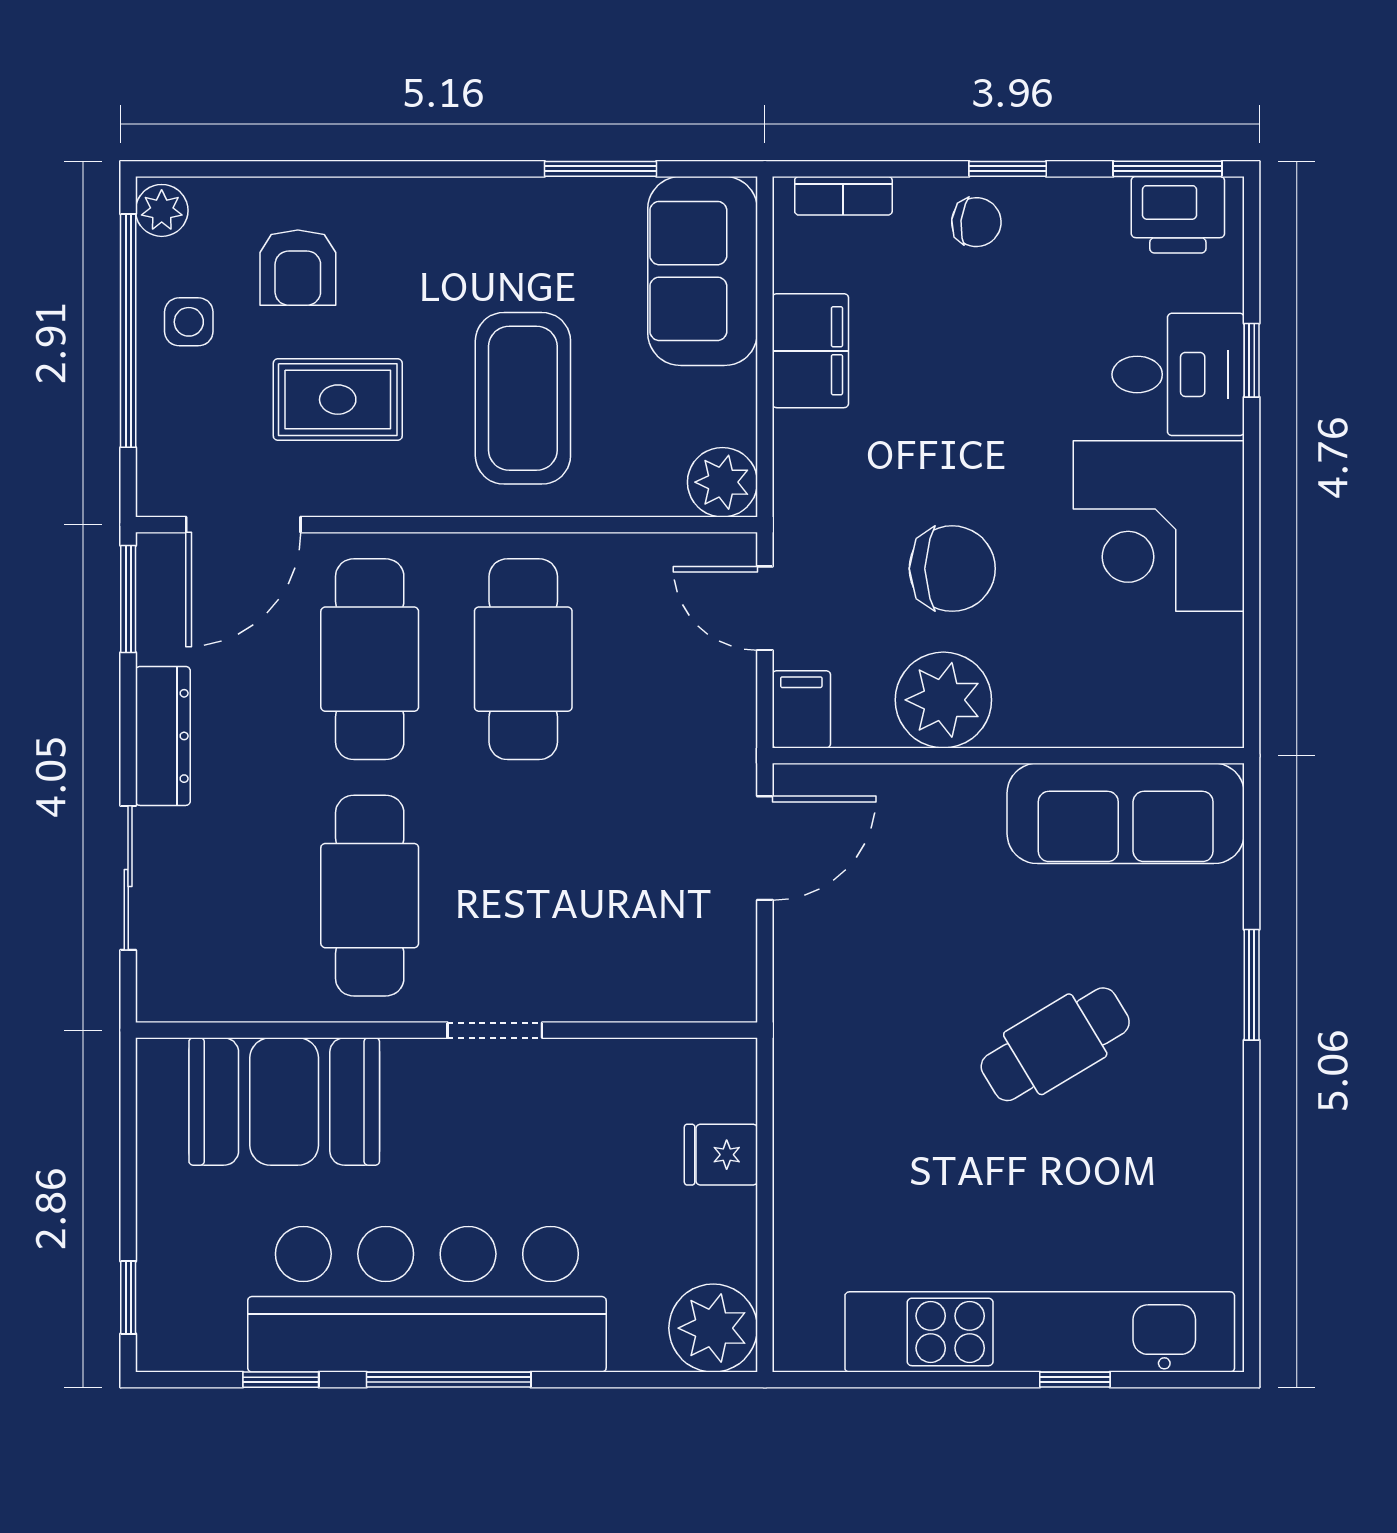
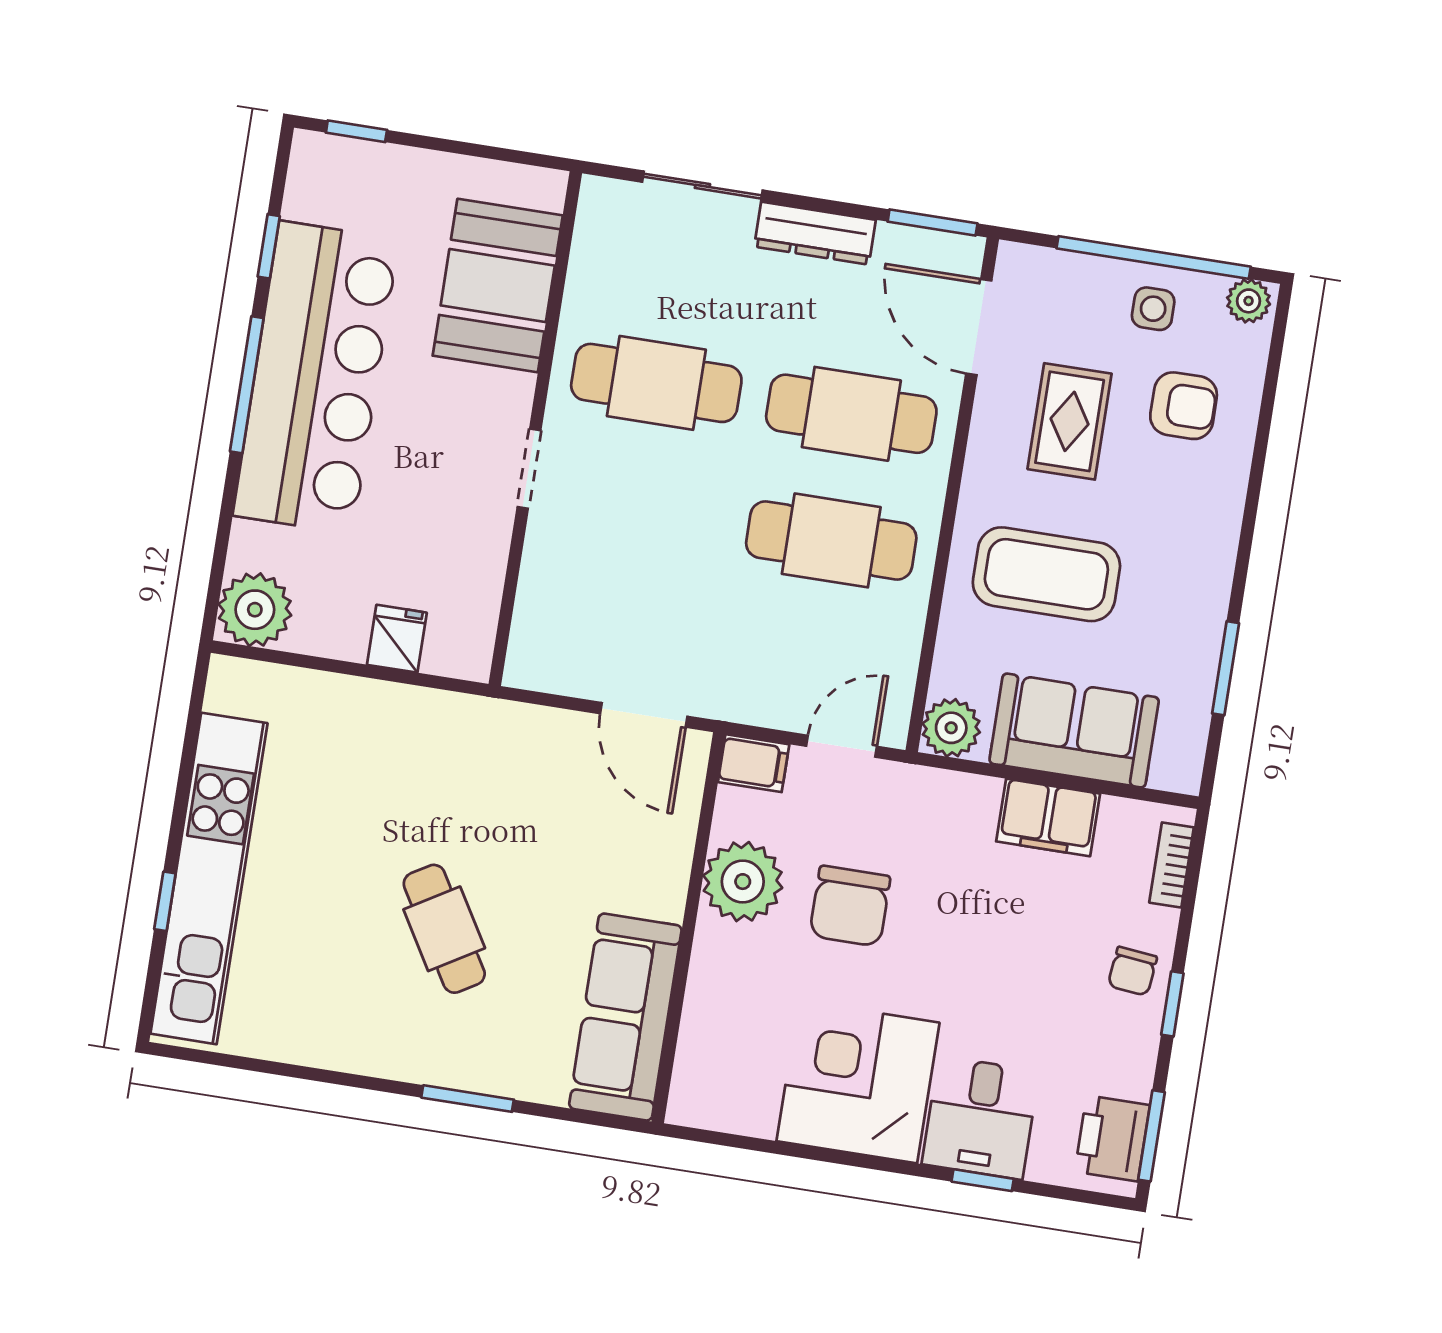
armchair: (298, 268) -> (1184, 406), turned 180
sofa: (703, 271) -> (1074, 730), moved

